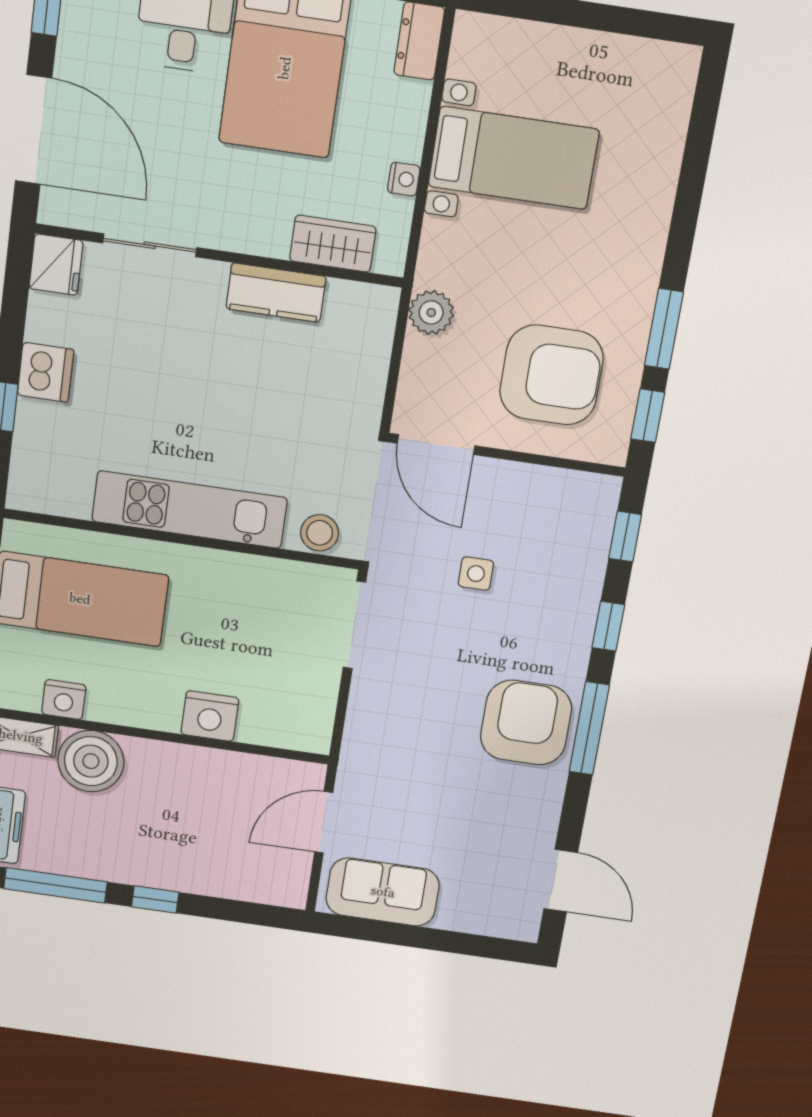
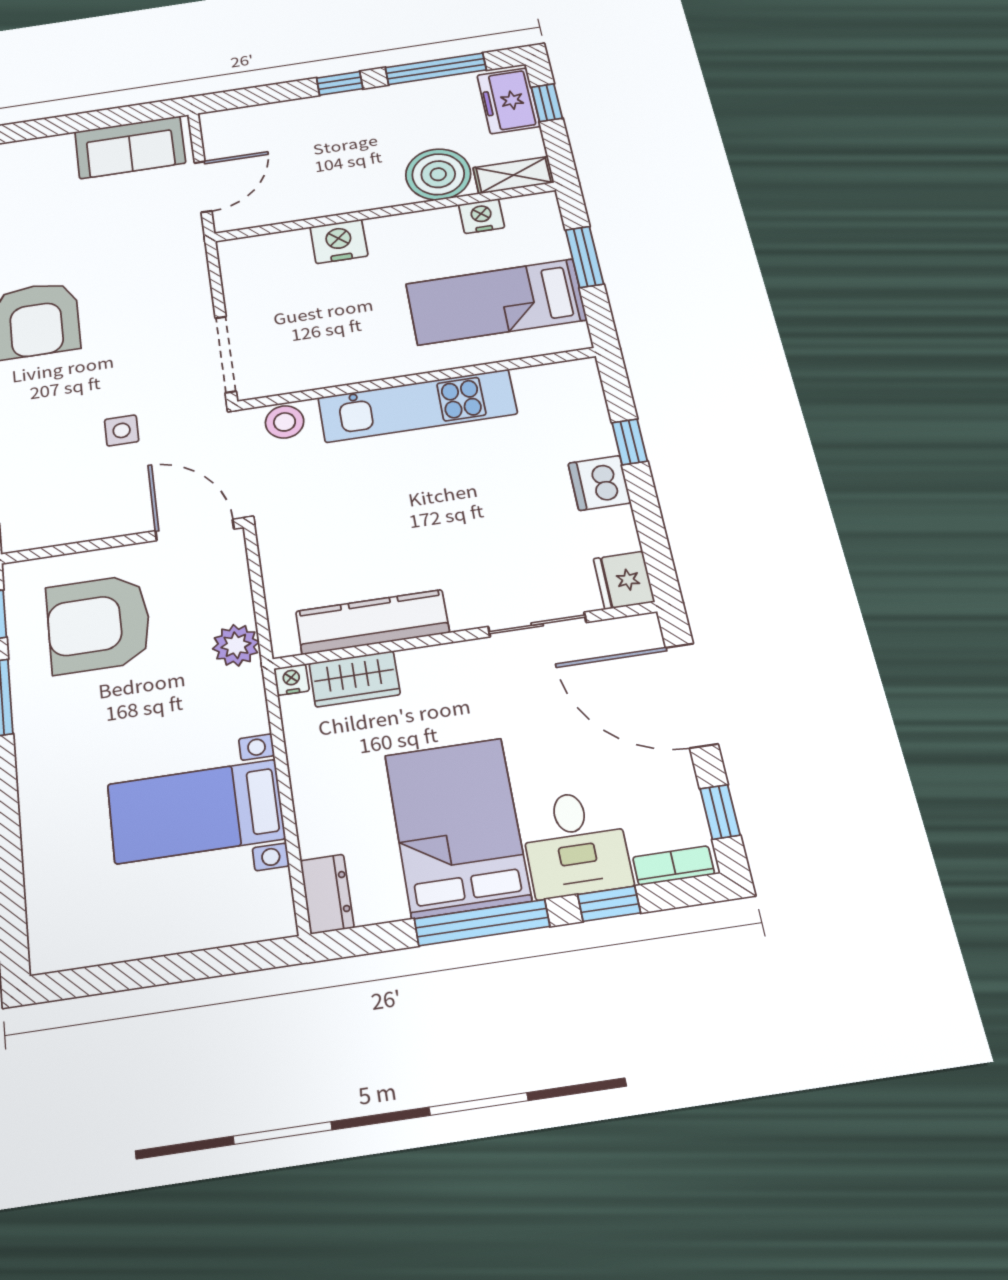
nightstand: (404, 179) -> (292, 680), moved, turned 90
kitchen counter: (276, 293) -> (372, 622), width x1.50

